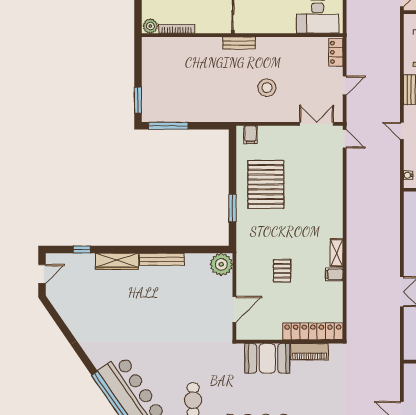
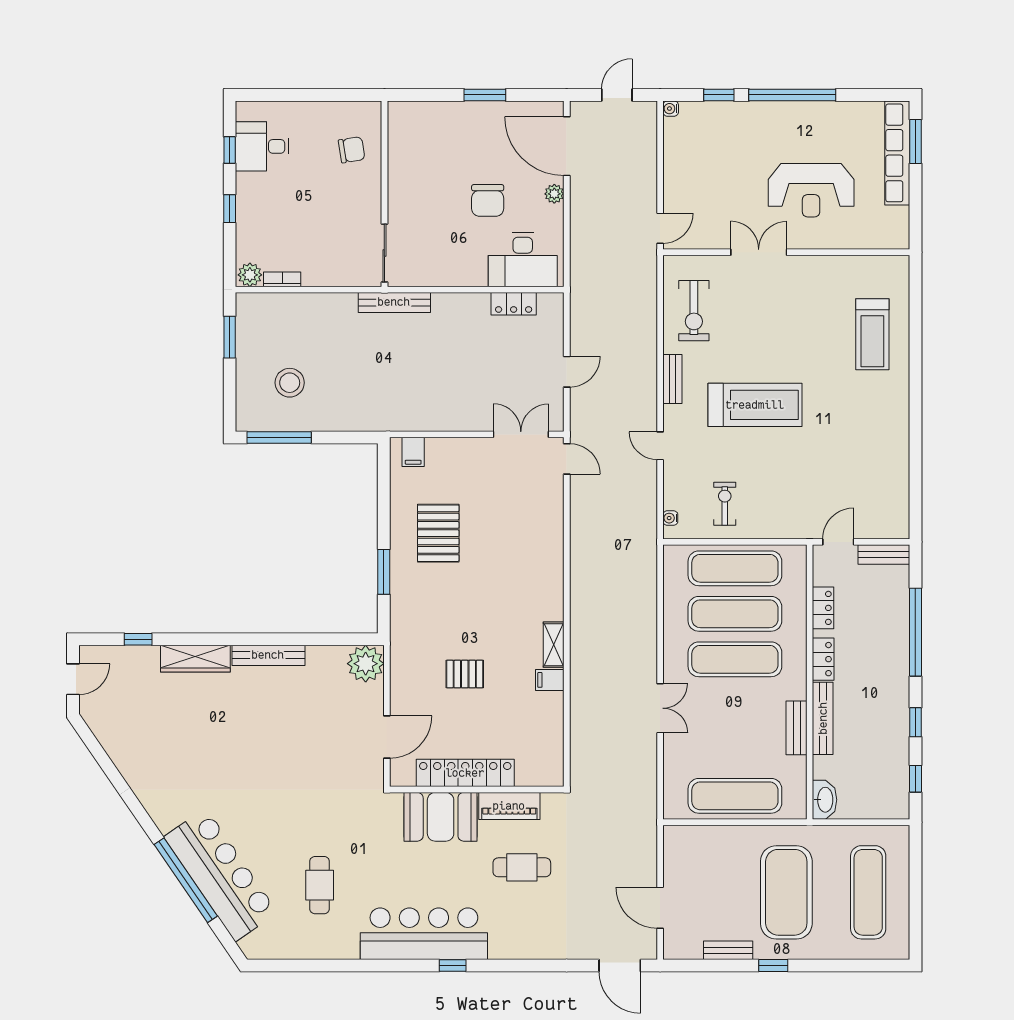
bookcase: (177, 29) -> (282, 279), width x0.64
bench: (239, 43) -> (394, 302), width x1.36
locker: (336, 52) -> (514, 304), moved, turned -90
stool: (267, 88) -> (290, 383), moved
window: (138, 100) -> (230, 337), moved
pallet: (266, 184) -> (438, 533), width x0.73, depth x0.71
pallet: (282, 271) -> (465, 674), turned 90
locker: (313, 331) -> (465, 773), moved
cafe table: (317, 389) -> (522, 867), added

